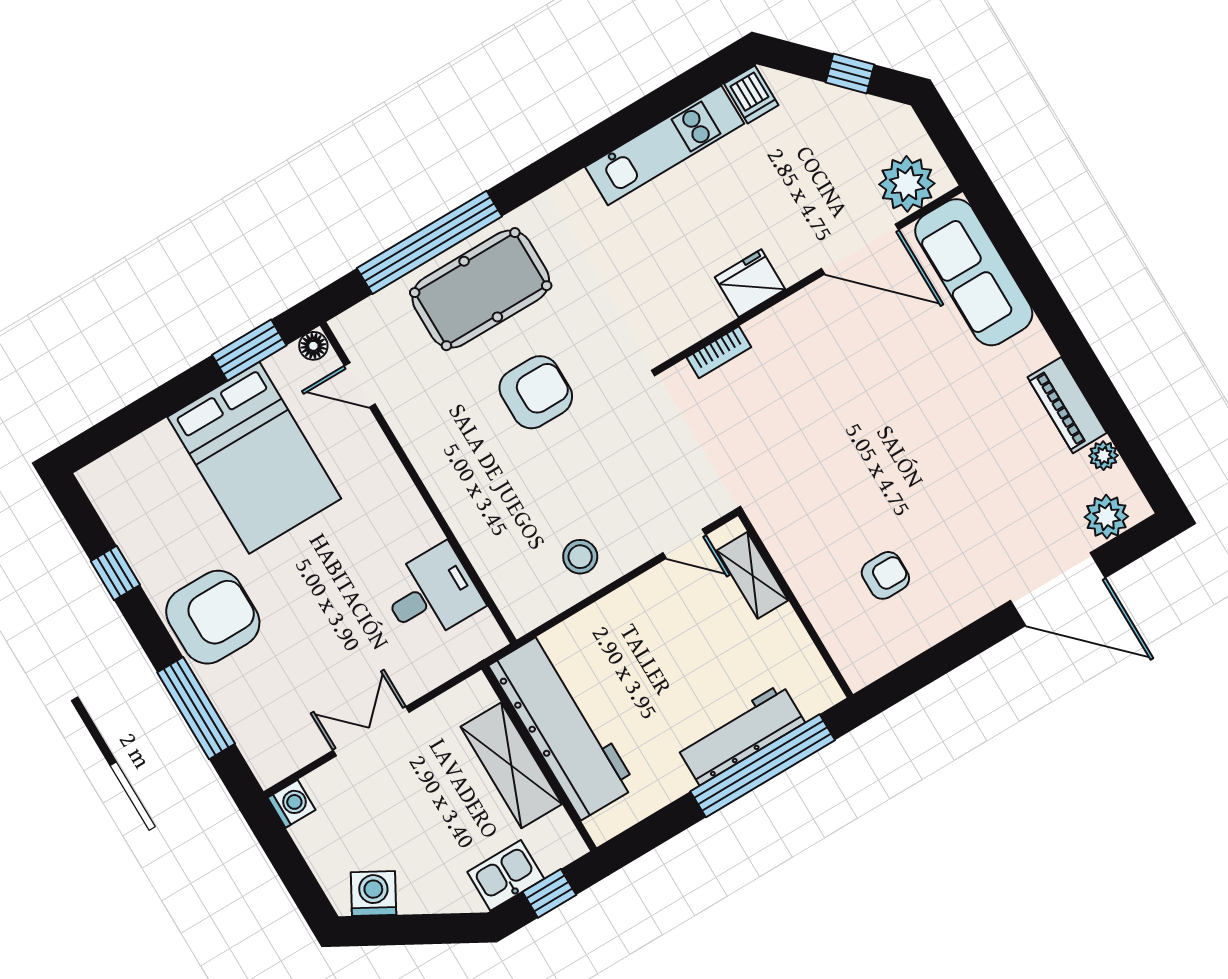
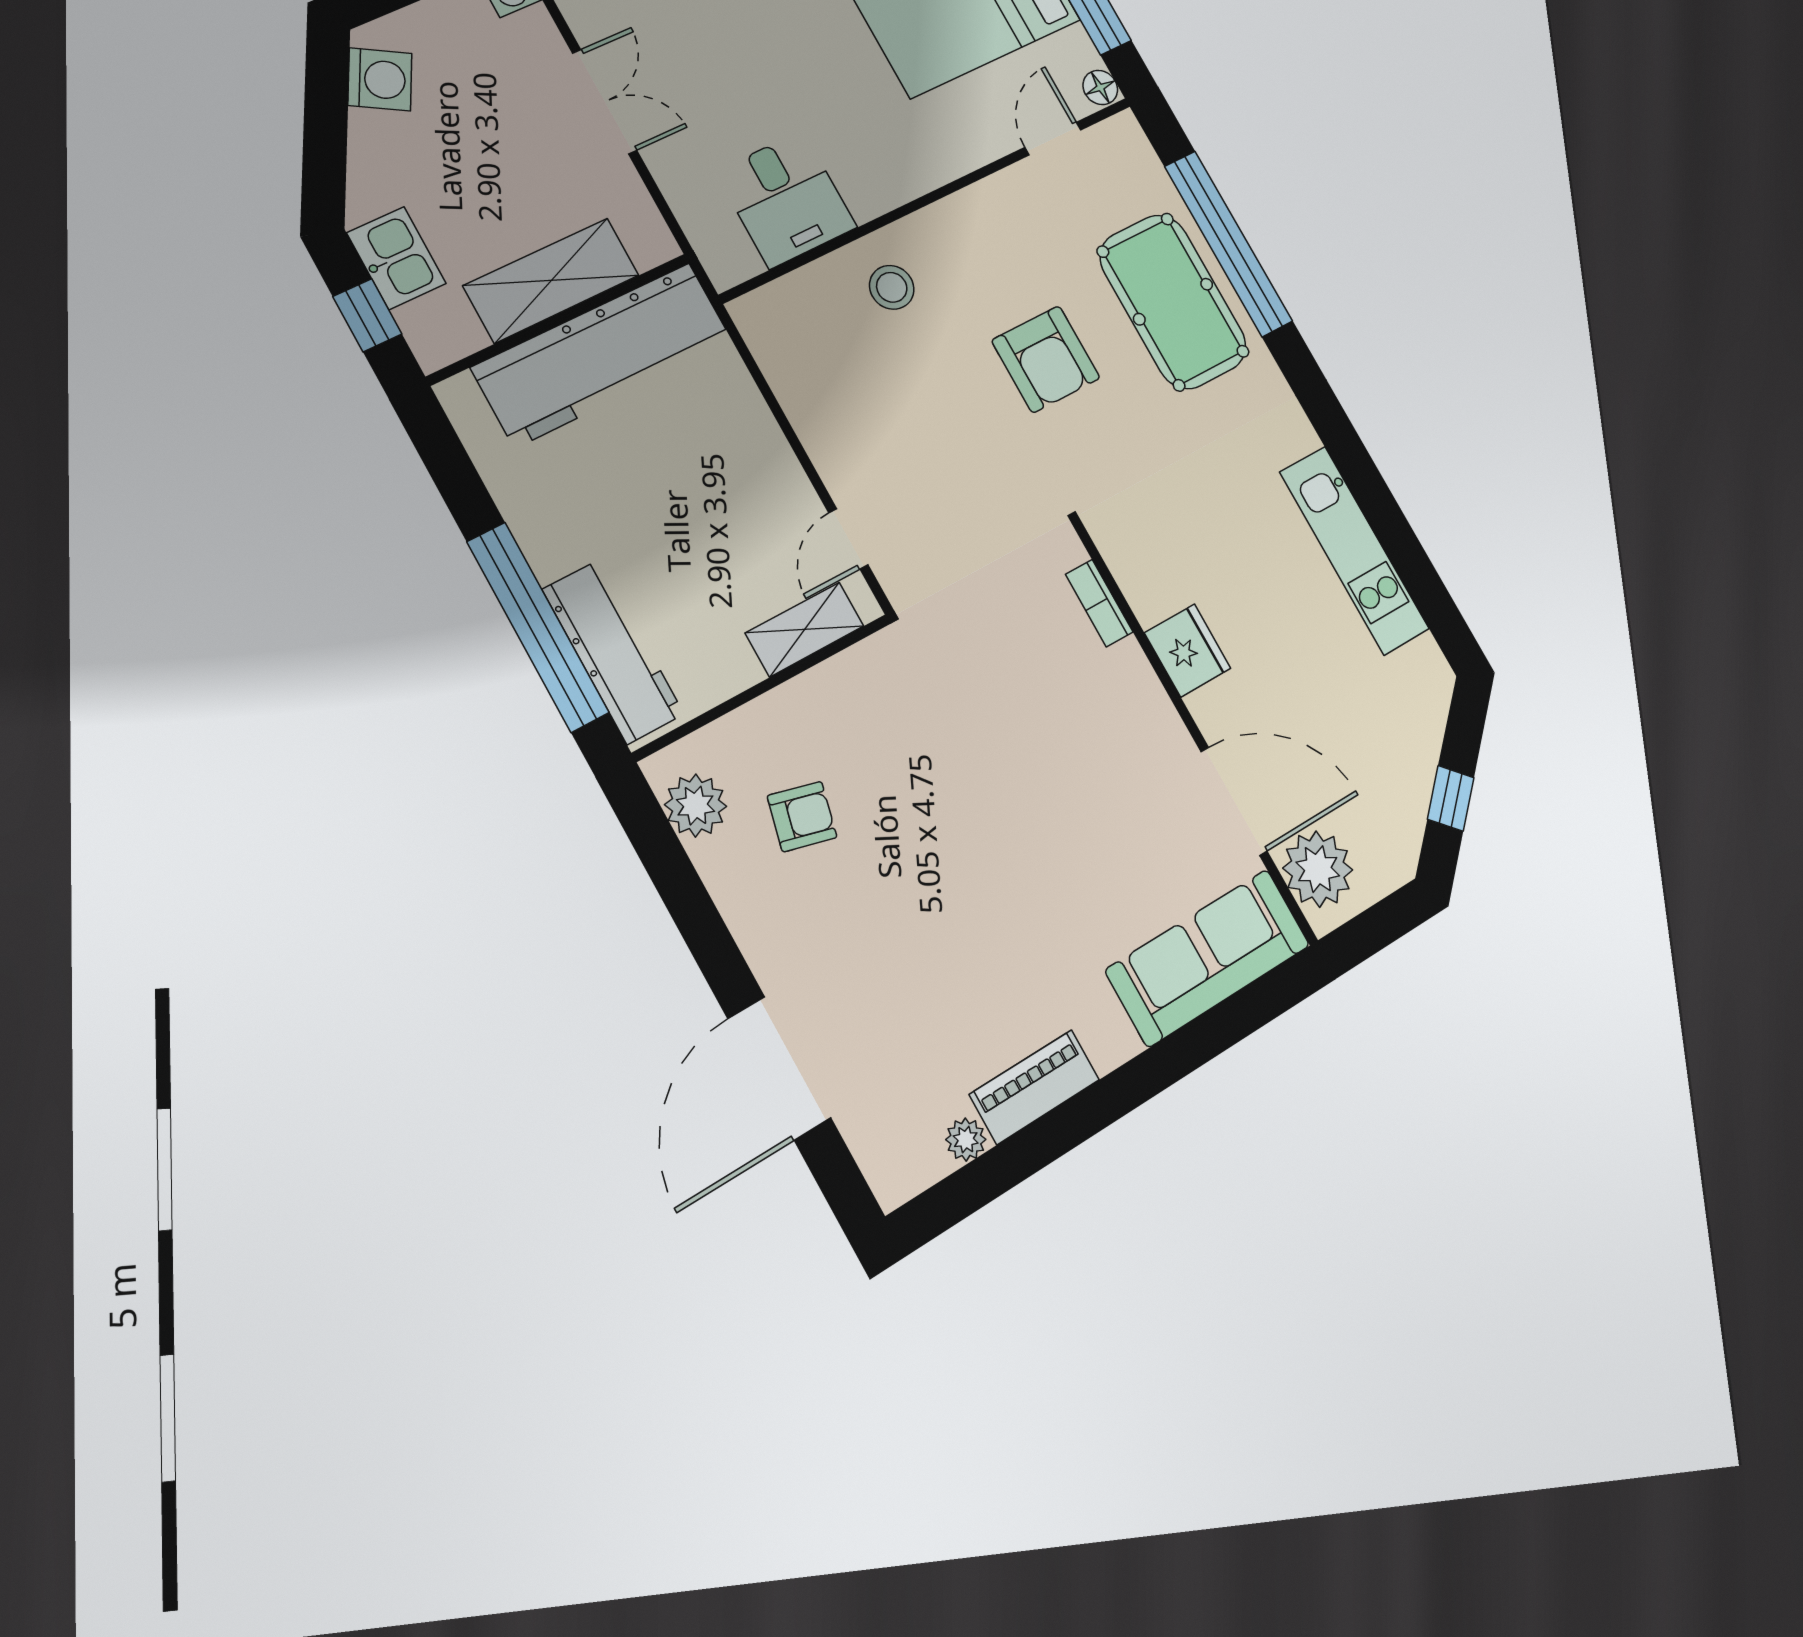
dishwasher: (751, 94) -> (1420, 667), removed
door: (860, 249) -> (1234, 801), swing flipped
plant: (1106, 517) -> (696, 805), moved
stool: (580, 557) -> (892, 287), moved
armchair: (885, 575) -> (802, 817), turned -76
workbench: (741, 734) -> (613, 652), moved

